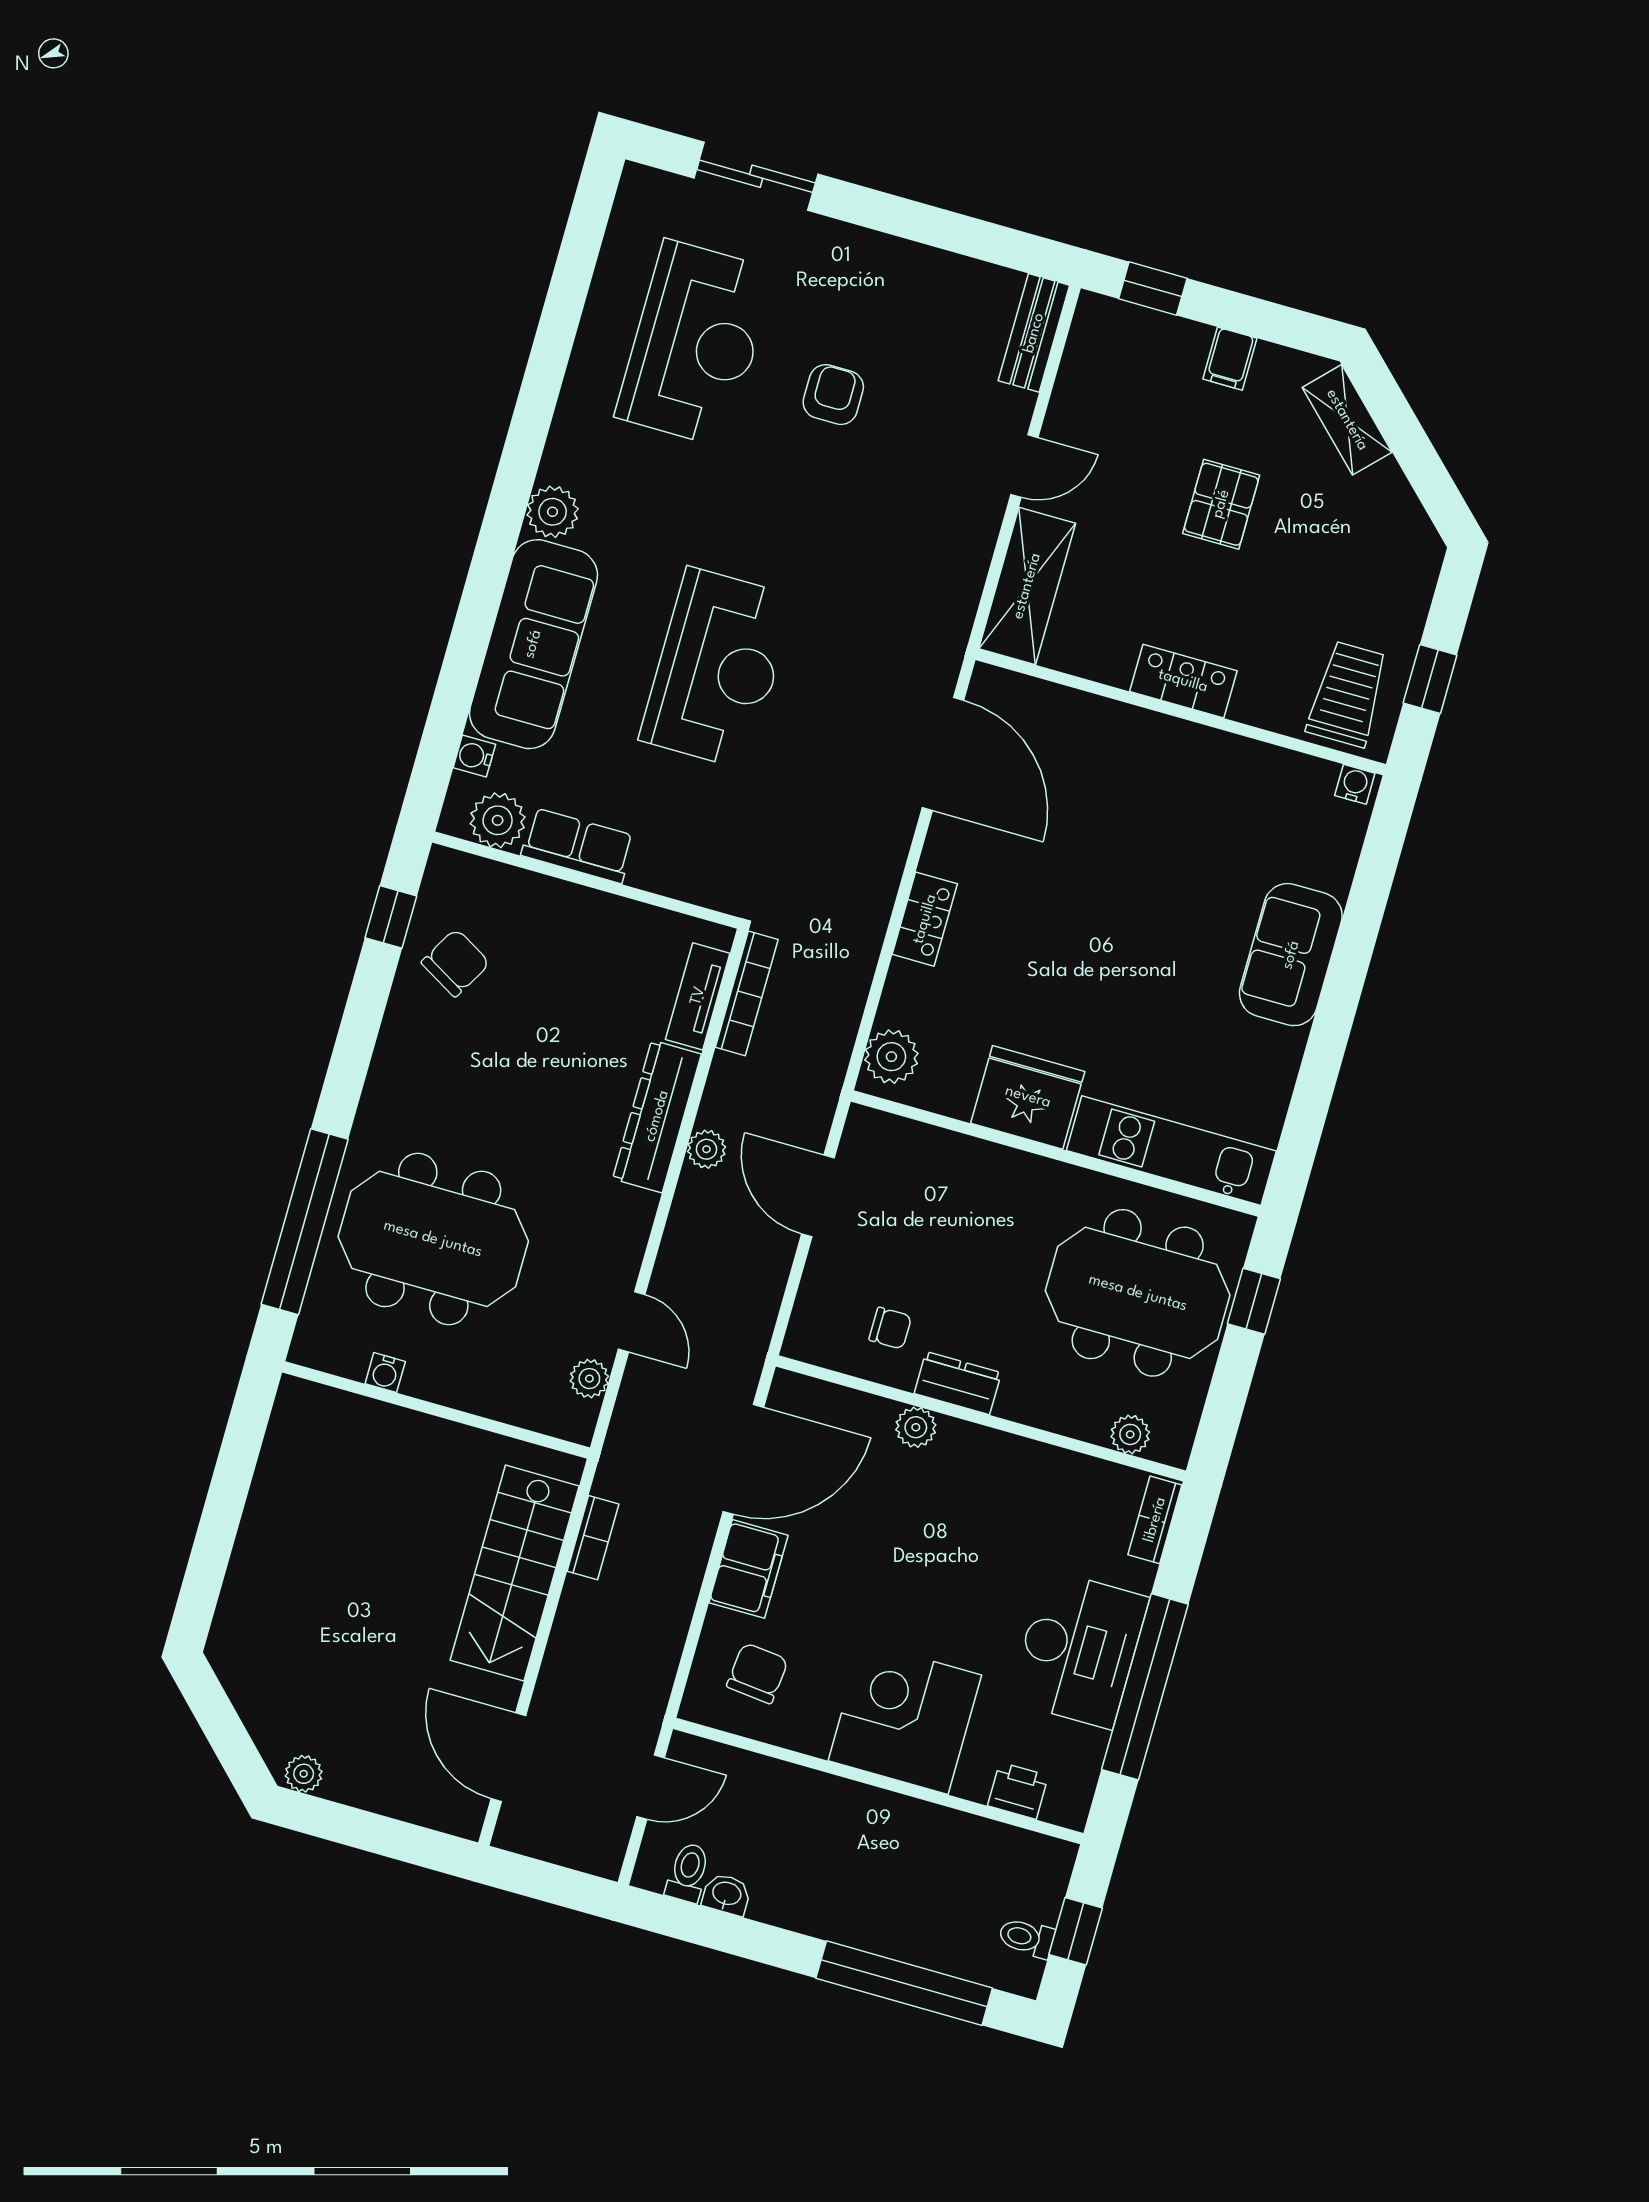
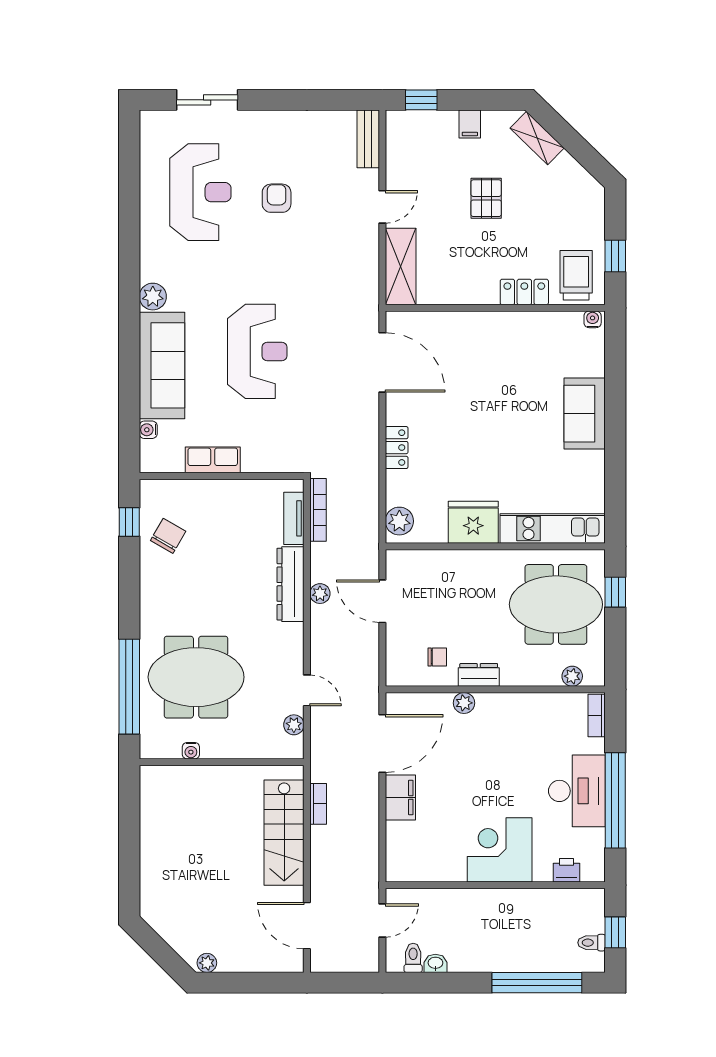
locker: (1183, 681) -> (524, 292), moved
plant: (498, 820) -> (169, 459), removed
chair: (757, 1673) -> (420, 848), removed

